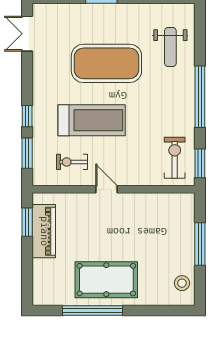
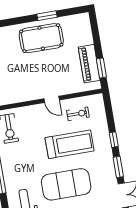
treadmill: (92, 120) -> (70, 144), turned 180
window: (27, 153) -> (118, 167), moved
window: (92, 310) -> (47, 16), width x0.47

